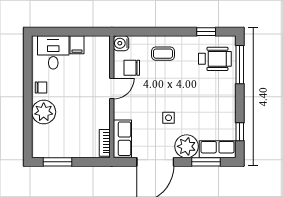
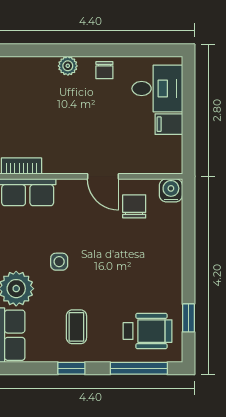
coffee table: (163, 54) -> (76, 327), moved
wheelchair: (215, 59) -> (148, 331), turned -90
plant: (44, 112) -> (68, 66), width x0.53, depth x0.53
window: (240, 132) -> (71, 368), moved

